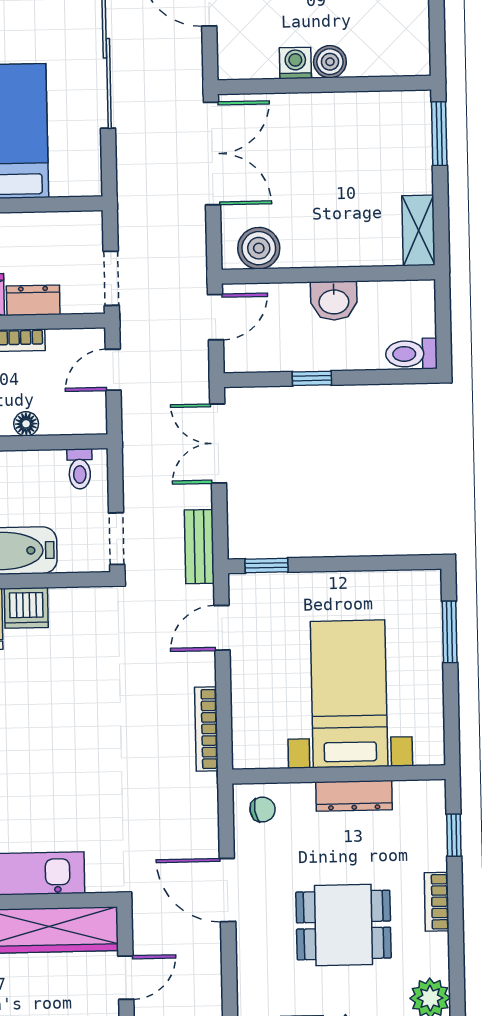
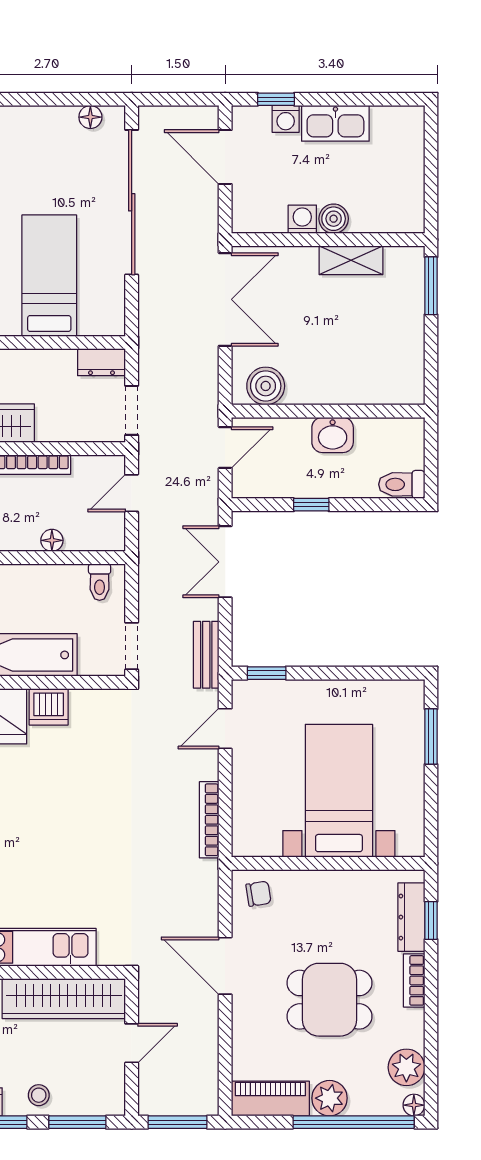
shelving: (418, 231) -> (351, 260), moved, turned 90
dresser: (33, 300) -> (101, 362), moved, turned 180
dresser: (354, 796) -> (411, 917), moved, turned 90

